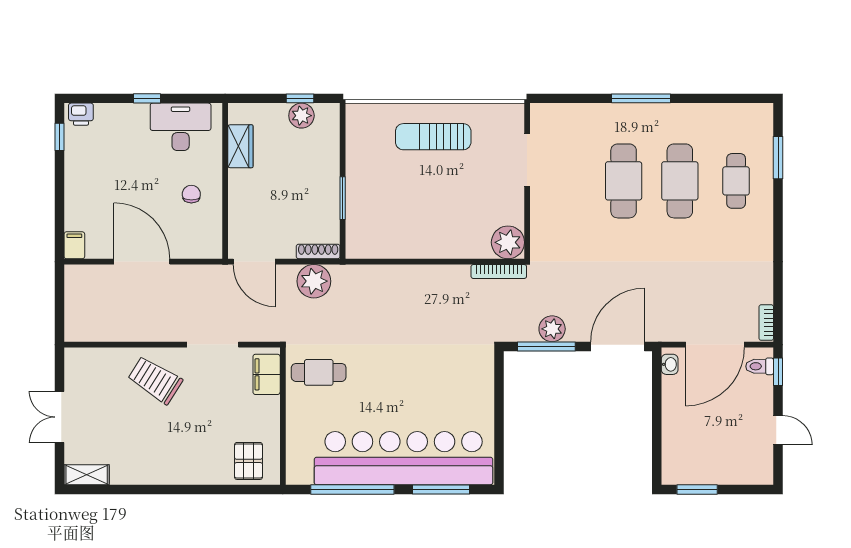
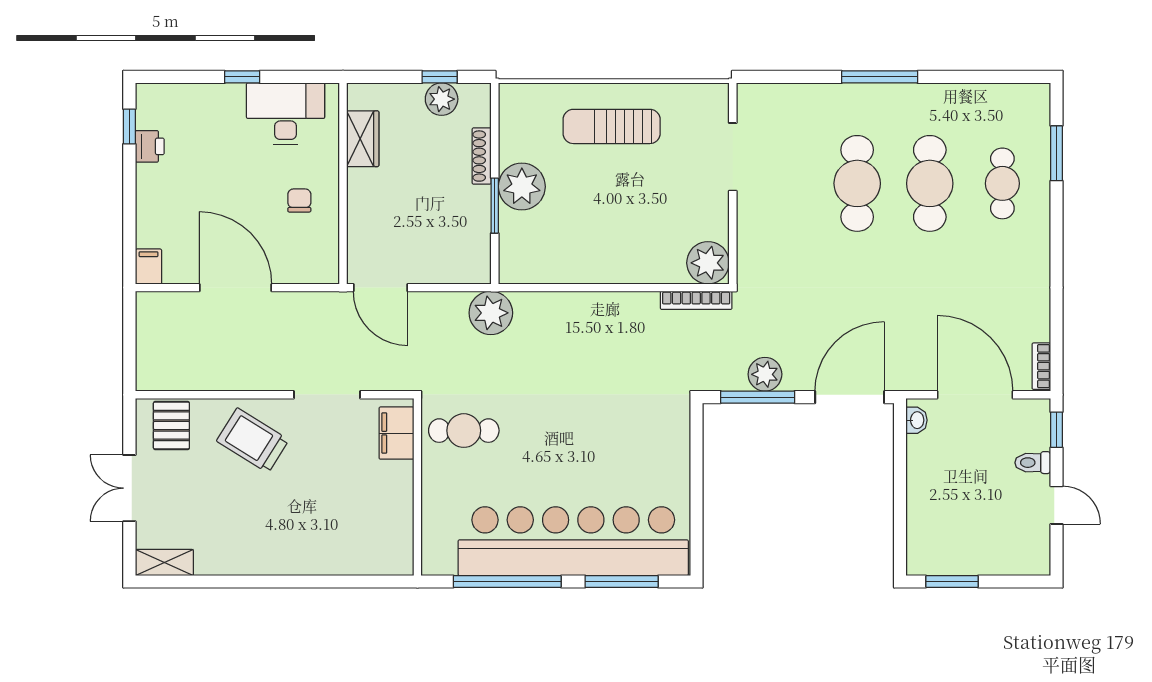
printer: (81, 114) -> (150, 146), moved, turned -90
plant: (364, 183) -> (522, 187), added
shoe rack: (318, 251) -> (482, 156), moved, turned -90
plant: (314, 281) -> (491, 313), moved
door: (715, 345) -> (975, 395), swing flipped
toilet: (760, 366) -> (1033, 463), moved
pallet: (248, 461) -> (171, 426), moved

